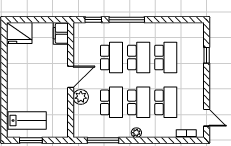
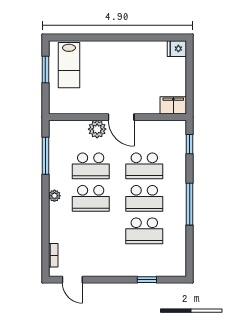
window: (127, 20) -> (190, 204), moved
fridge: (19, 33) -> (177, 49), width x0.53, depth x0.75
school desk: (166, 102) -> (91, 231), removed
door: (207, 118) -> (72, 280), hinge flipped

